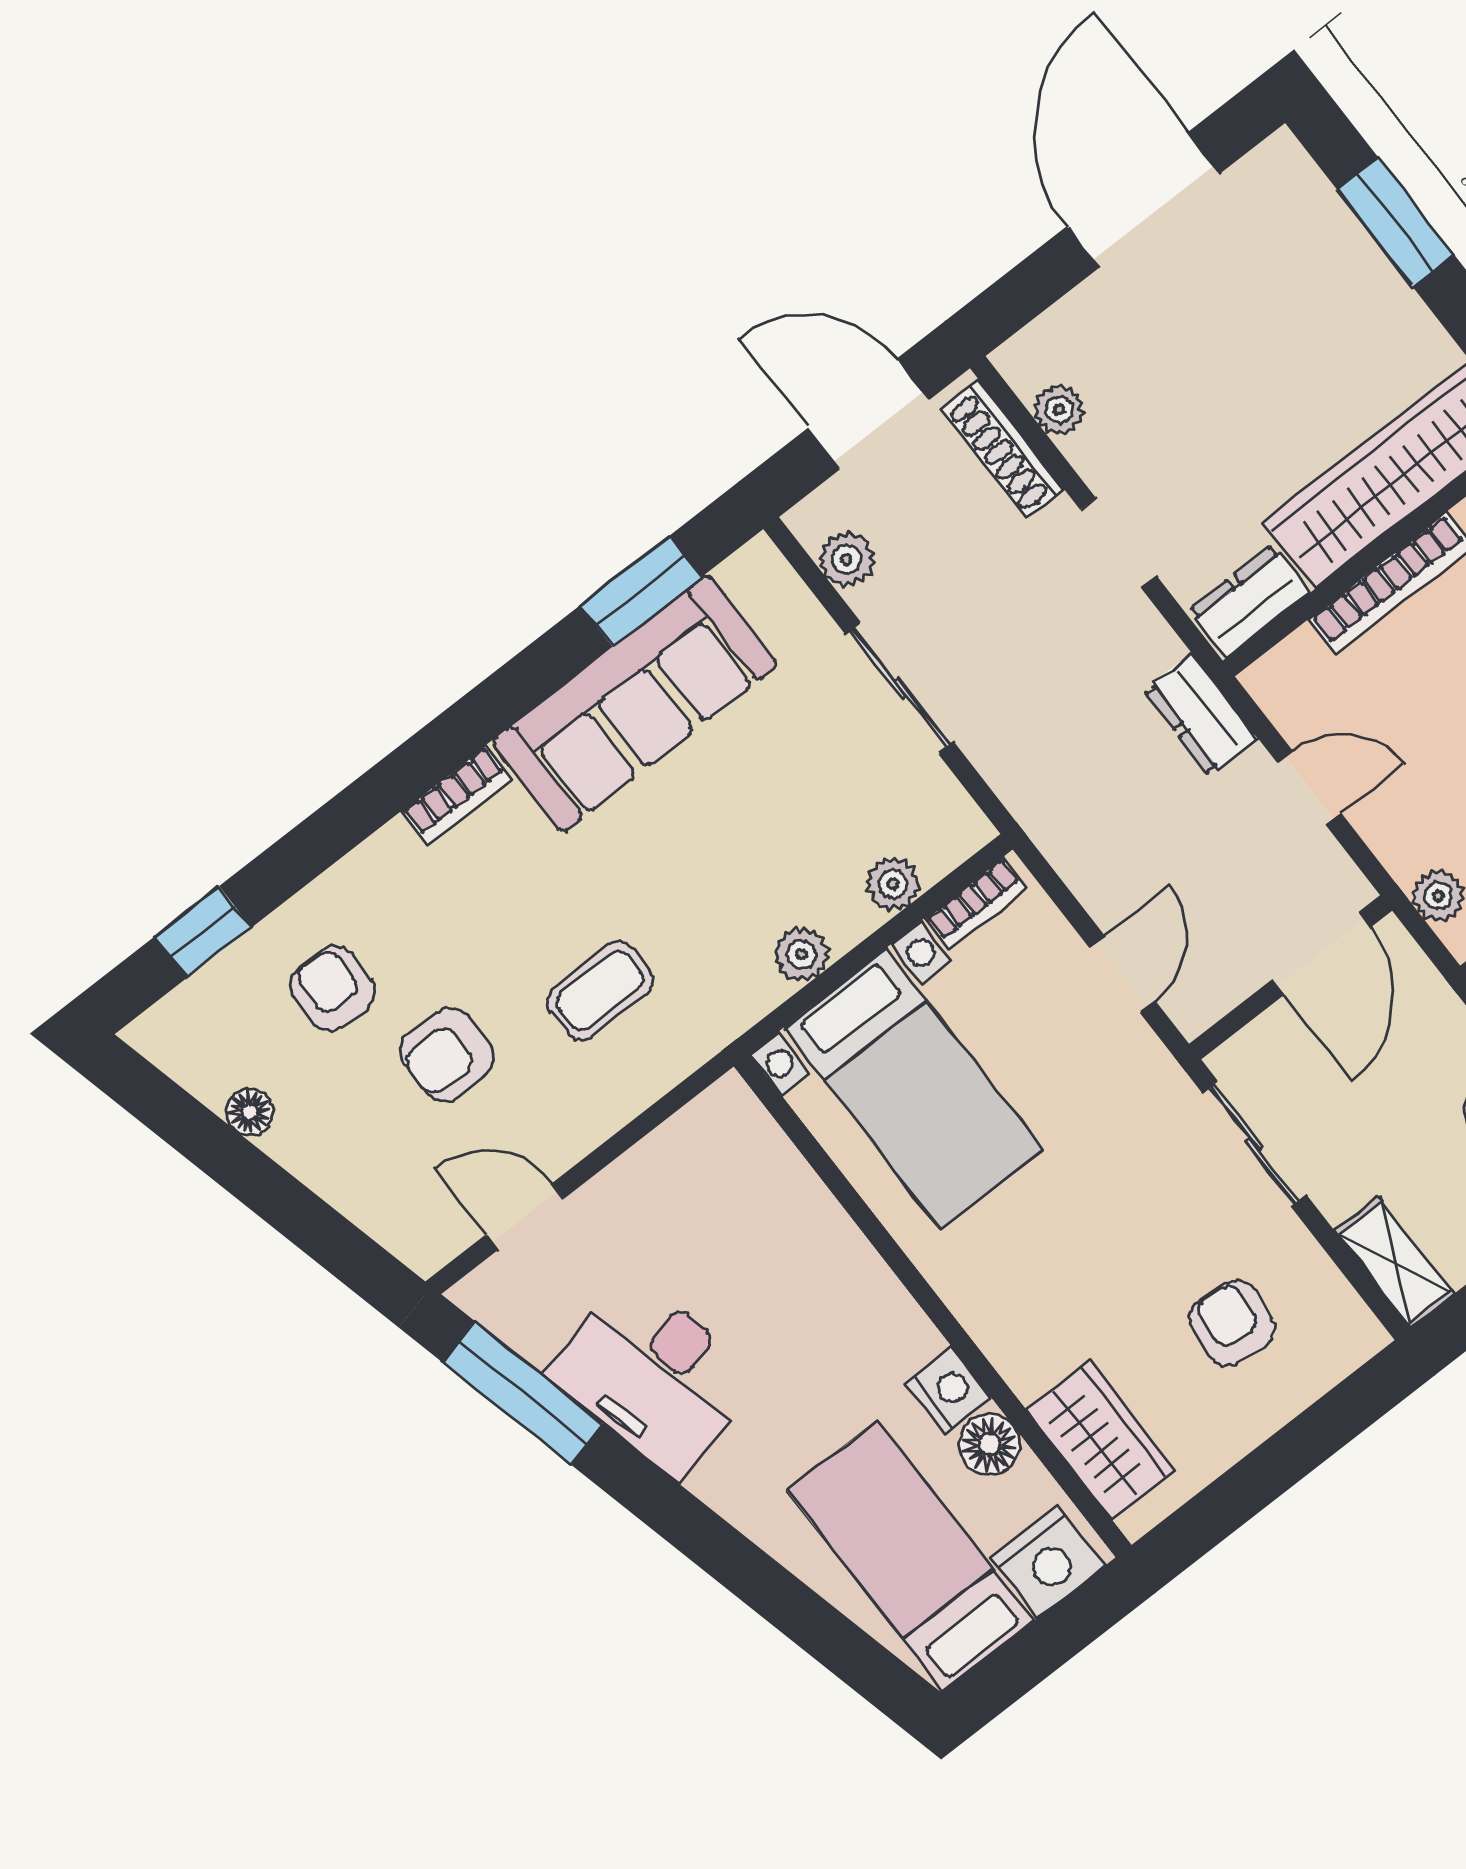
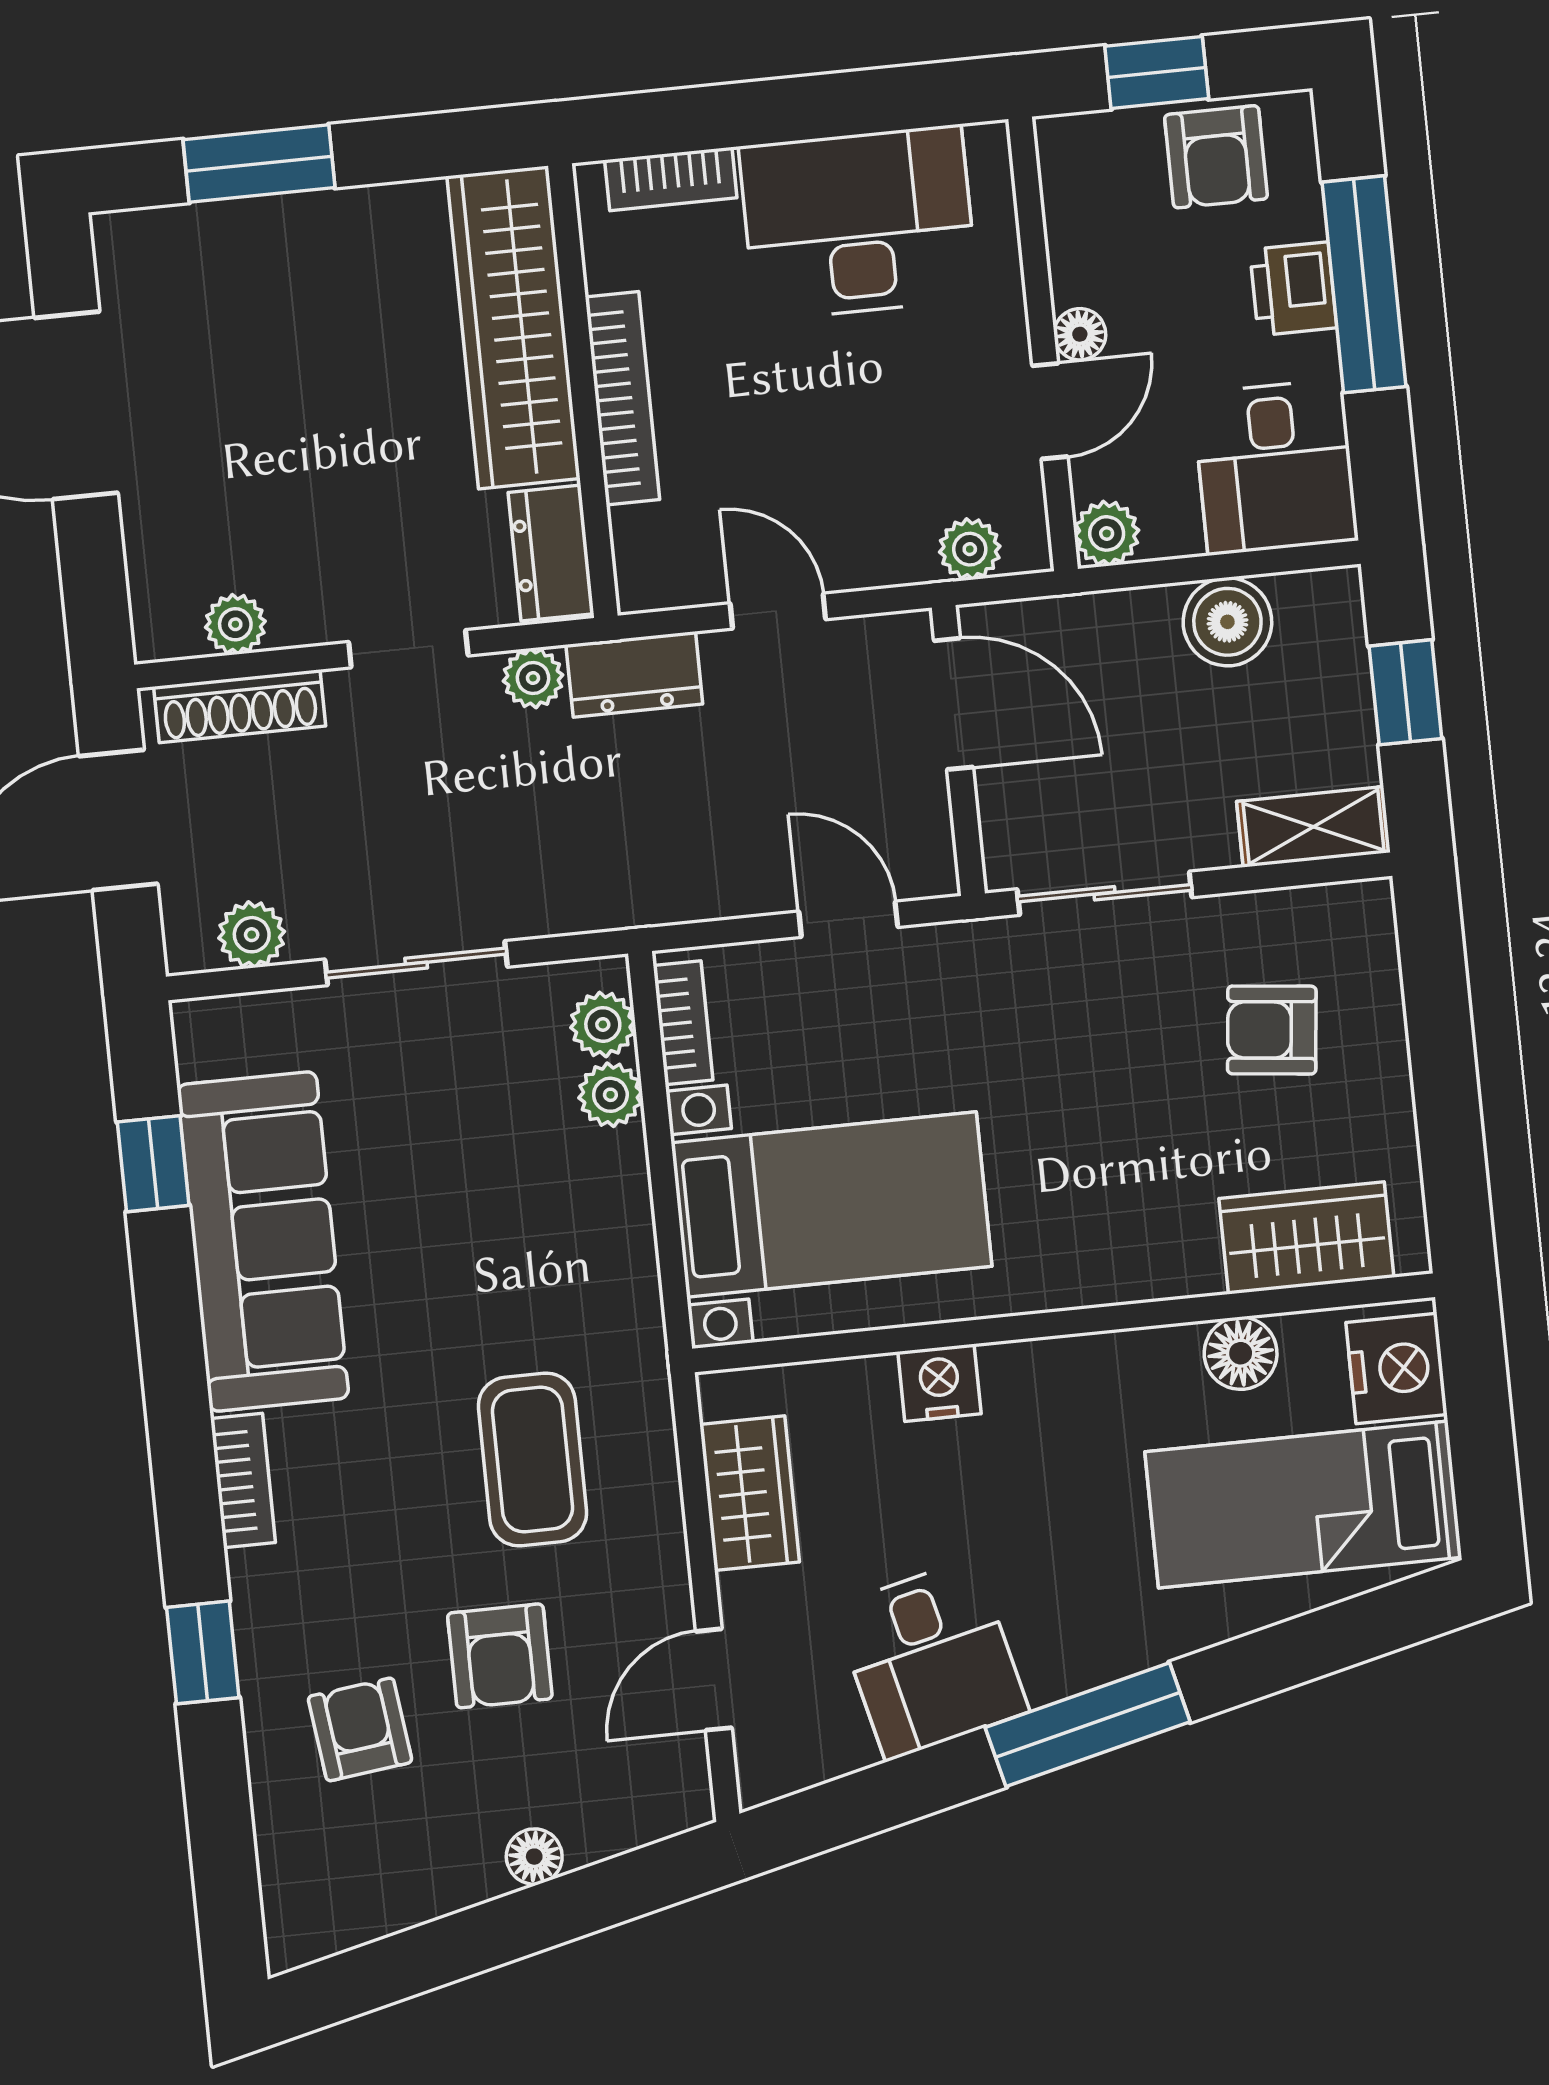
window: (641, 591) -> (153, 1164), width x0.67
plant: (1153, 644) -> (533, 678), added
door: (1309, 788) -> (778, 611), hinge flipped
window: (203, 932) -> (203, 1652), moved
plant: (802, 954) -> (603, 1024), moved
armchair: (333, 988) -> (360, 1729), turned 81
coffee table: (600, 991) -> (532, 1459), width x1.36, depth x1.30
floor lamp: (249, 1112) -> (534, 1857), moved
wardrobe: (673, 1159) -> (750, 1493), added
desk: (654, 1376) -> (931, 1659), width x0.73
nightstand: (949, 1391) -> (939, 1383), moved
window: (523, 1393) -> (1088, 1725), moved

